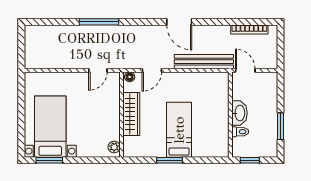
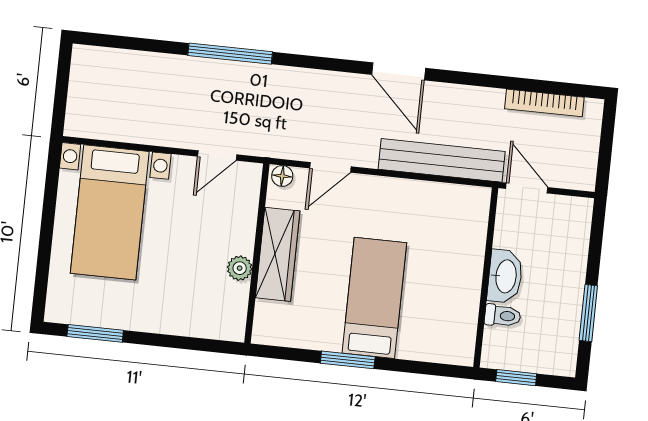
bed with nightstands: (50, 127) -> (110, 212), moved, turned 180
plant: (114, 147) -> (240, 268), moved

